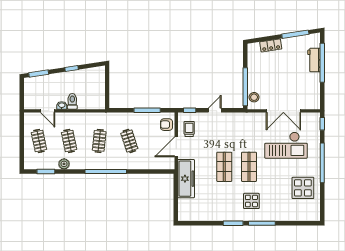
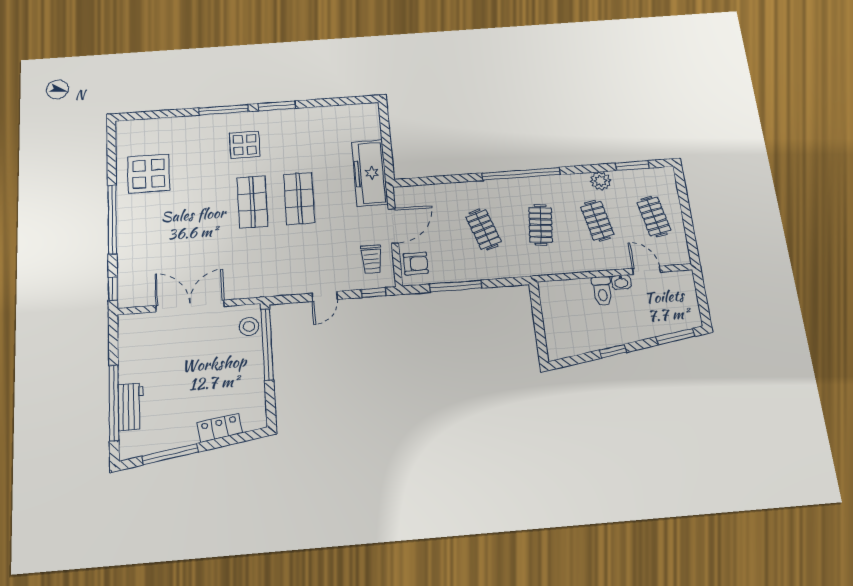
checkout: (286, 145) -> (183, 245), removed

